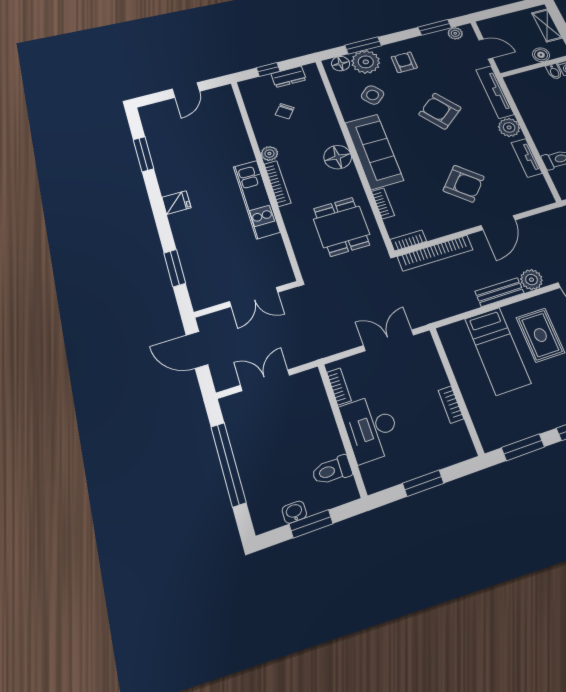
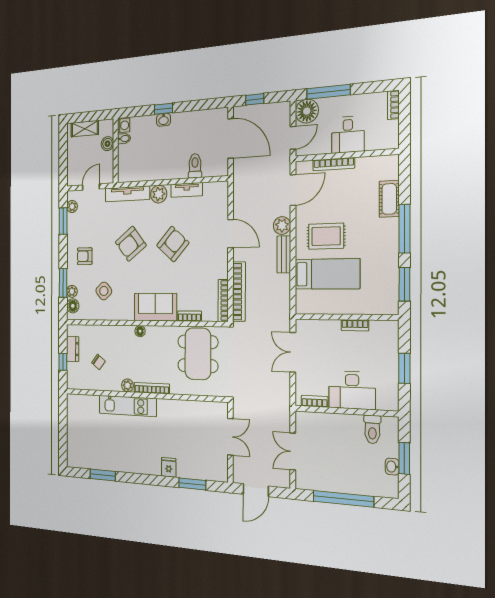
plant: (366, 62) -> (72, 291), width x0.53, depth x0.53
door: (186, 90) -> (63, 428), removed
sofa: (374, 151) -> (155, 307), width x0.73
floor lamp: (338, 157) -> (140, 331), width x0.53, depth x0.53
armchair: (464, 184) -> (173, 244), moved
kitchen unit: (257, 199) -> (128, 406), moved
fridge: (176, 203) -> (169, 467), moved
dining table: (342, 227) -> (198, 354), width x1.38
bookcase: (408, 240) -> (223, 301), width x1.56

